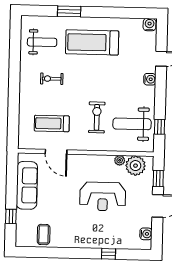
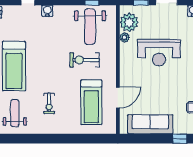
treadmill: (52, 123) -> (91, 102), width x1.37, depth x1.38
reception desk: (103, 196) -> (159, 53), turned 90

